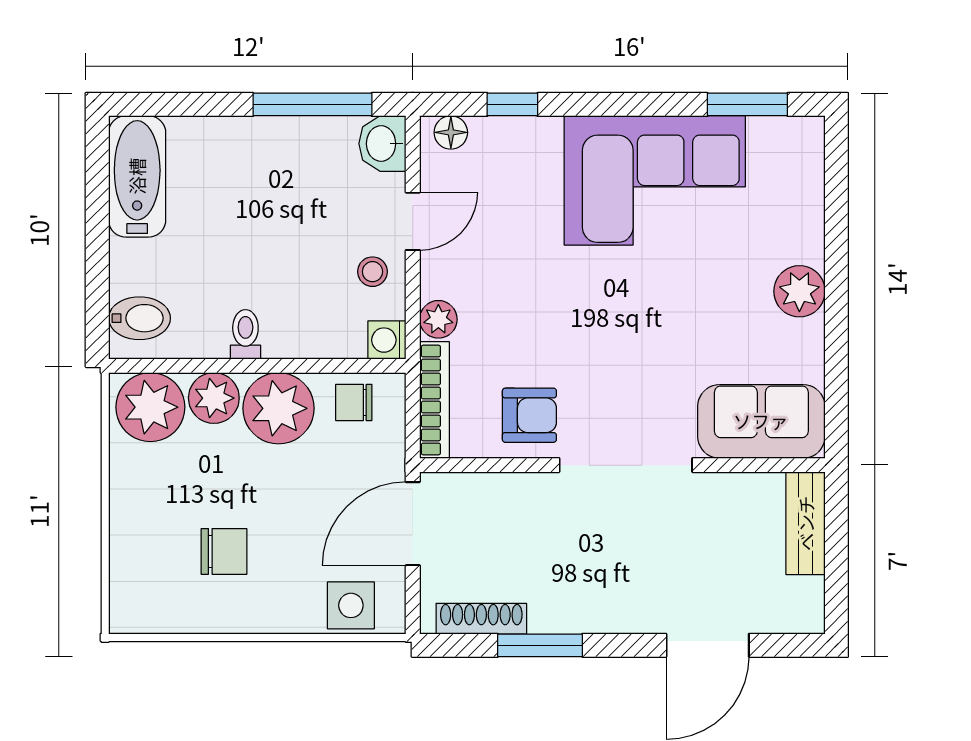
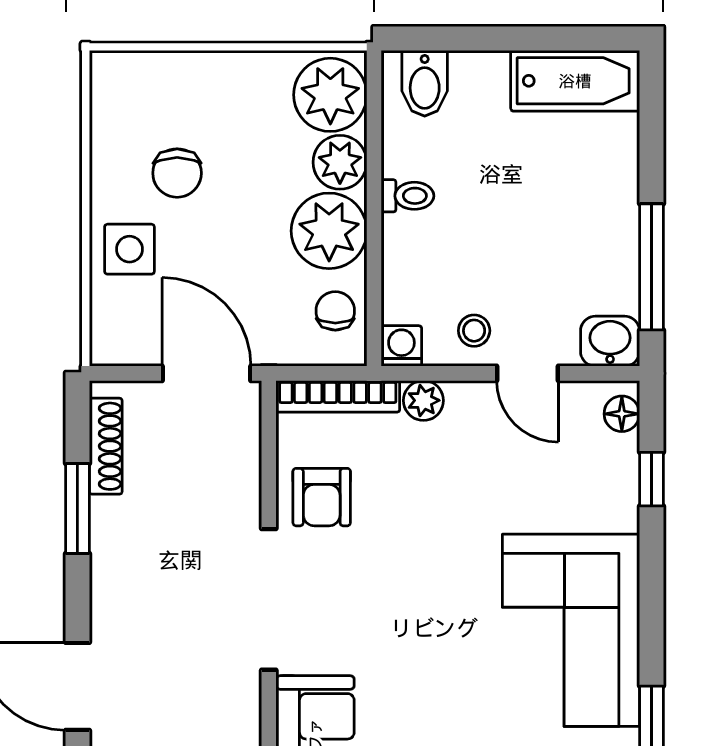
side table: (351, 605) -> (129, 249), moved

